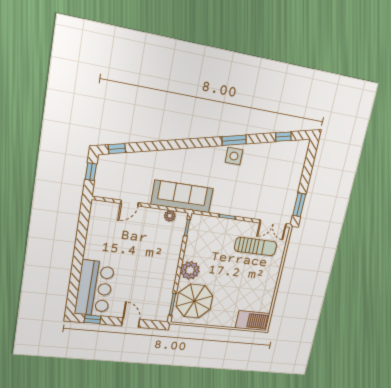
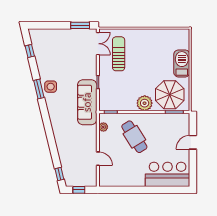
sofa: (182, 196) -> (87, 102), moved
cafe table: (150, 253) -> (134, 137), added
window: (93, 319) -> (193, 172), removed
barbecue: (253, 321) -> (182, 63), moved

